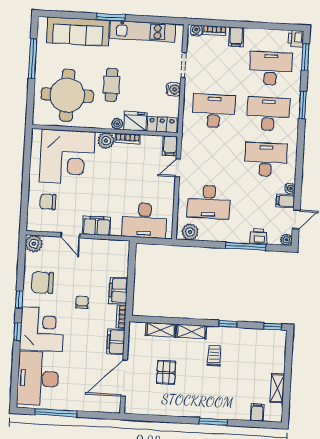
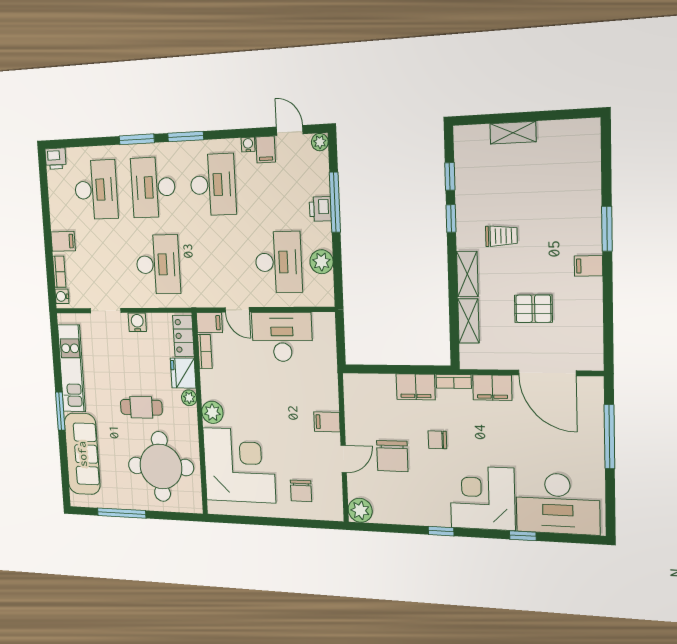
window: (305, 57) -> (186, 136), moved
desk: (271, 68) -> (96, 190), turned 180
desk: (214, 111) -> (158, 264), turned 180
bookcase: (128, 139) -> (205, 352), moved
desk: (266, 159) -> (213, 185), turned 180
desk: (144, 220) -> (282, 337), moved, turned -90
filing cabinet: (97, 226) -> (327, 422), width x0.50
plant: (190, 232) -> (321, 262), moved
printer: (258, 236) -> (320, 209), moved
chair: (42, 283) -> (392, 456), moved
window: (273, 326) -> (450, 176), moved
window: (17, 332) -> (523, 536), moved
trolley: (214, 356) -> (501, 236), turned 180
shelving: (277, 388) -> (513, 133), moved
filing cabinet: (257, 412) -> (588, 266), moved
window: (56, 413) -> (609, 437), moved

